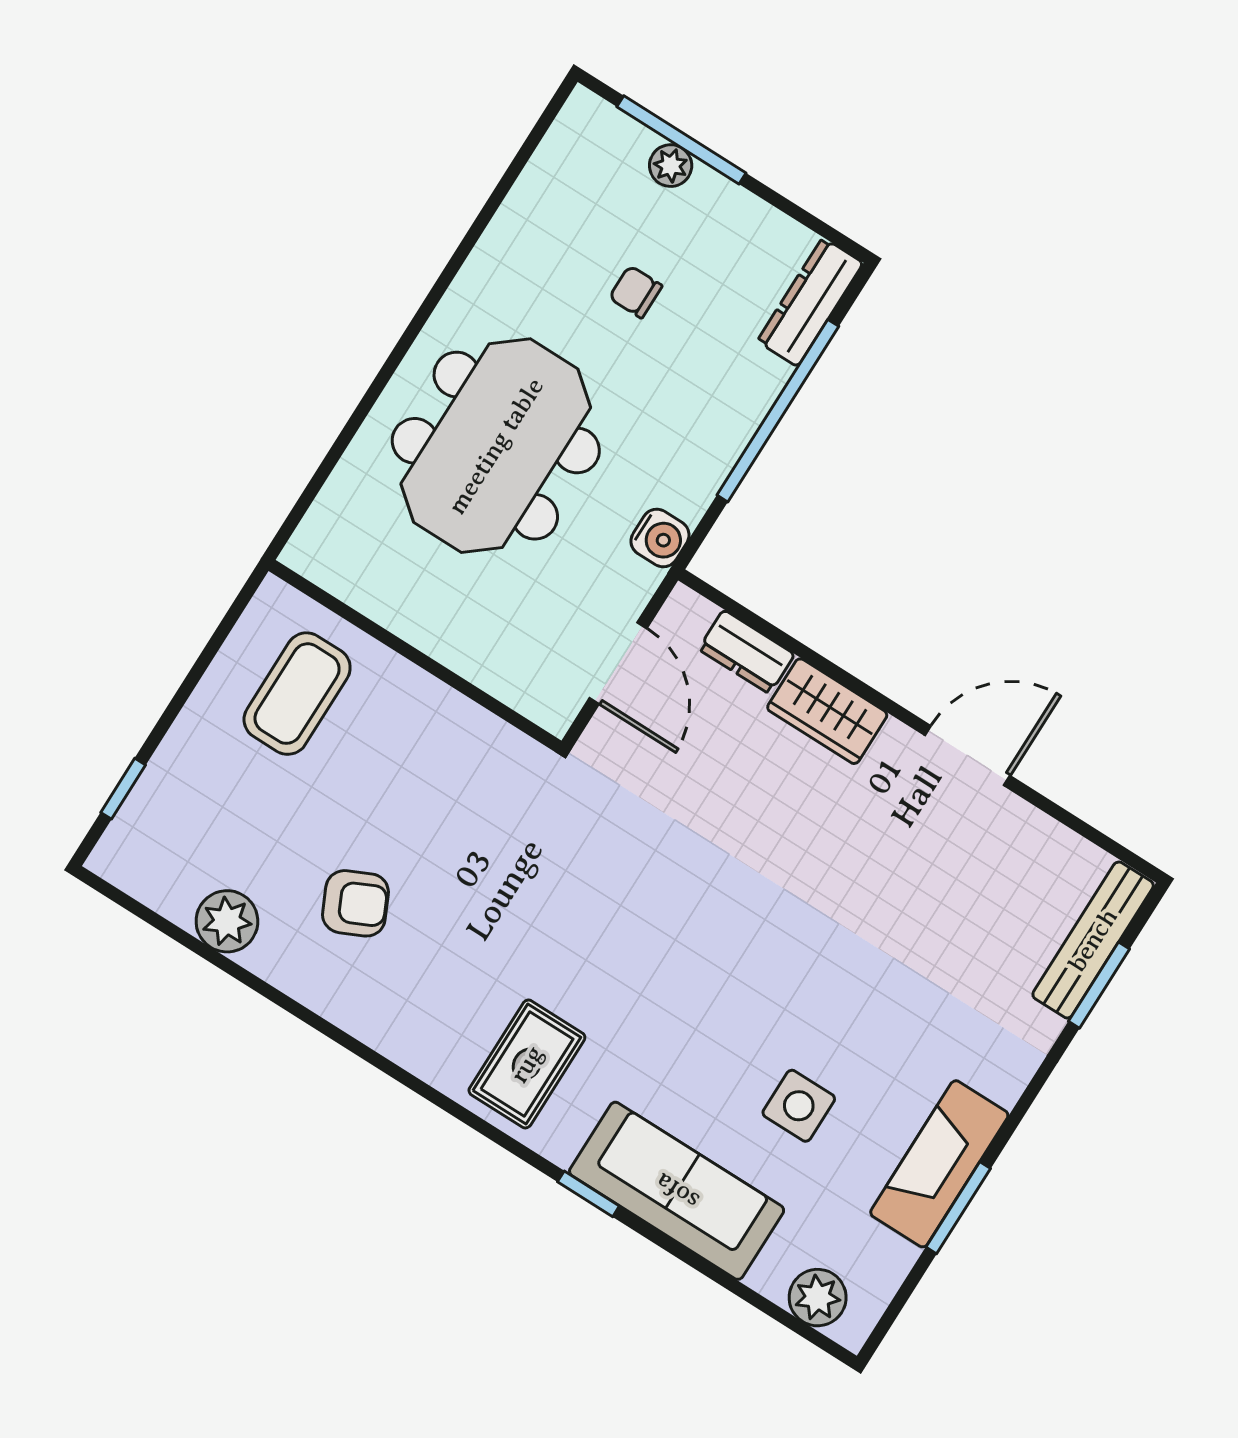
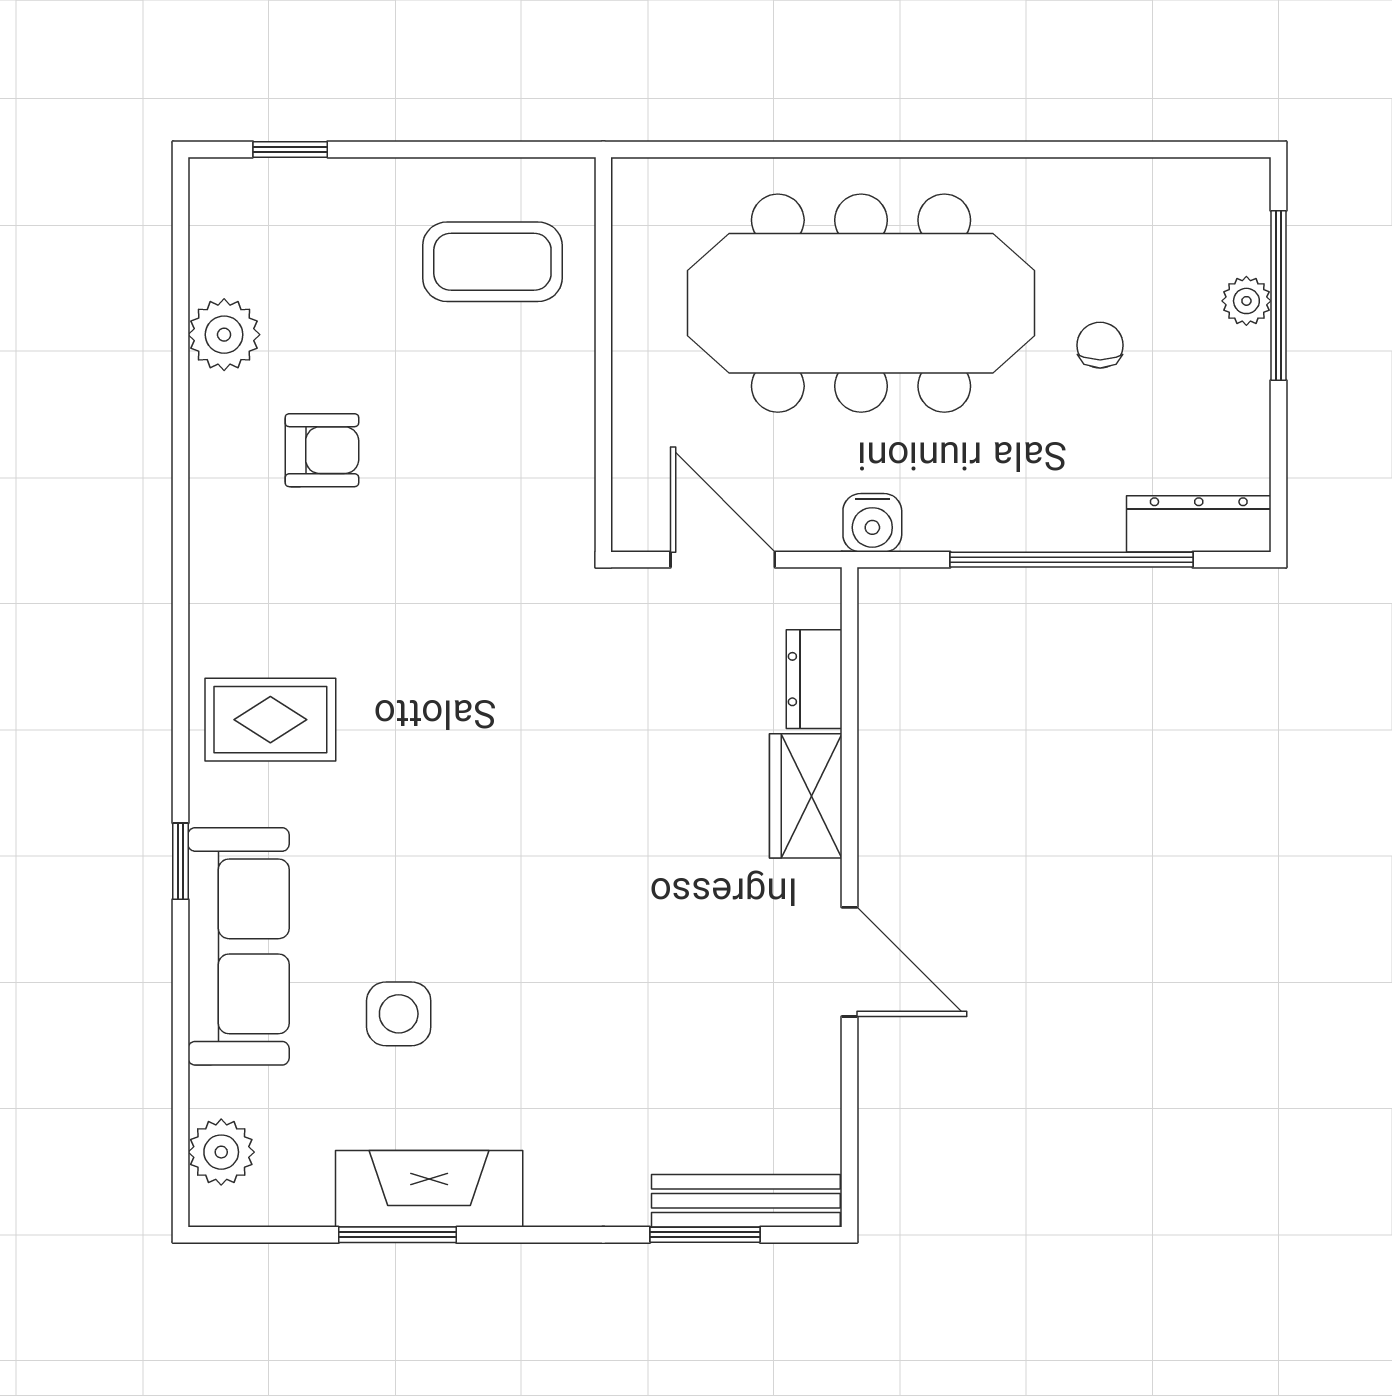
meeting table: (496, 446) -> (861, 303), width x1.36
door: (618, 663) -> (723, 560), swing flipped
armchair: (355, 903) -> (322, 450), turned -65

